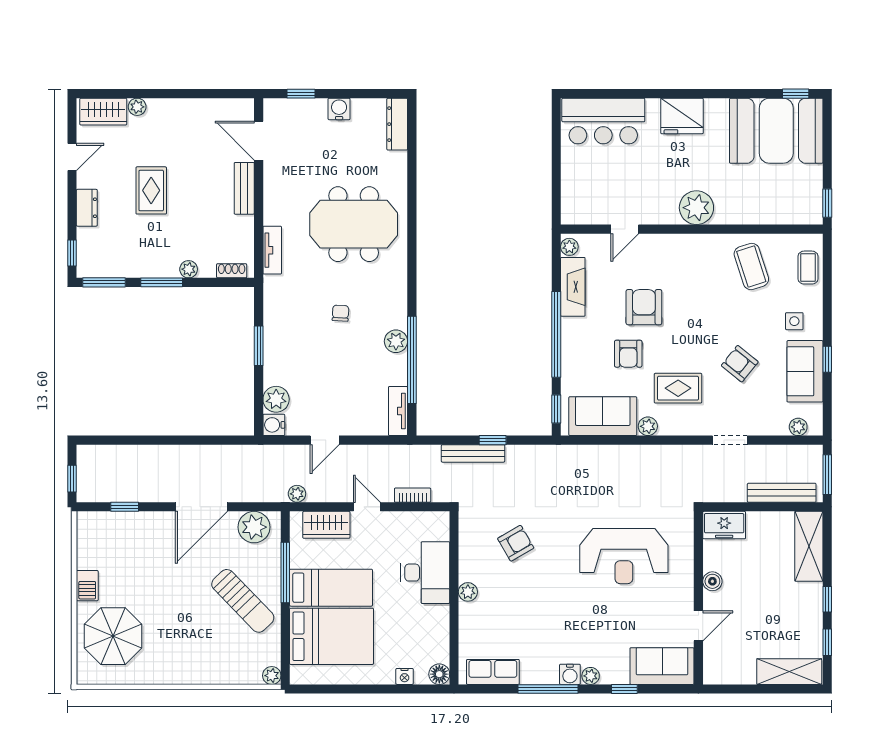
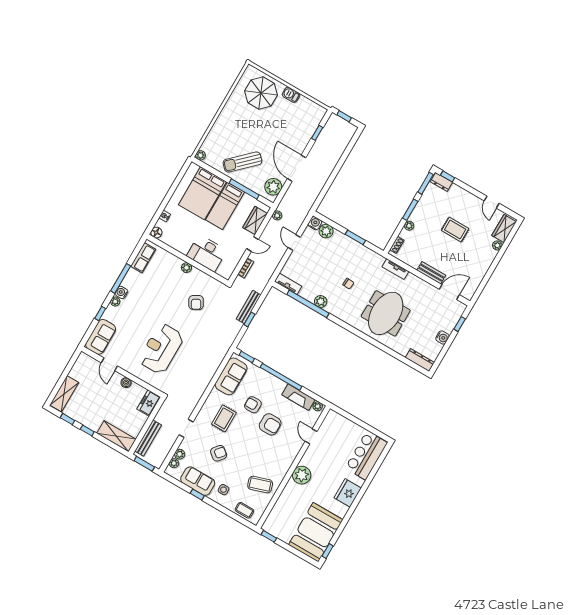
dresser: (87, 208) -> (441, 182), moved
plant: (648, 426) -> (180, 454), moved

